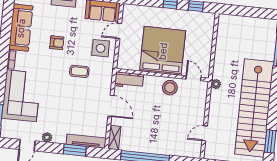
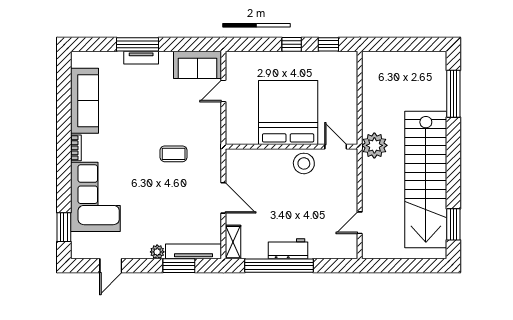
armchair: (57, 43) -> (138, 117), removed
side table: (101, 48) -> (200, 118), removed
workbench: (129, 80) -> (288, 249), moved, turned 180
plant: (216, 84) -> (374, 145), width x1.88, depth x1.88
plant: (47, 137) -> (157, 252), moved

